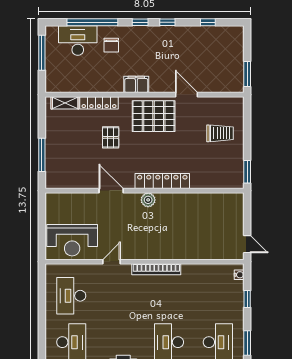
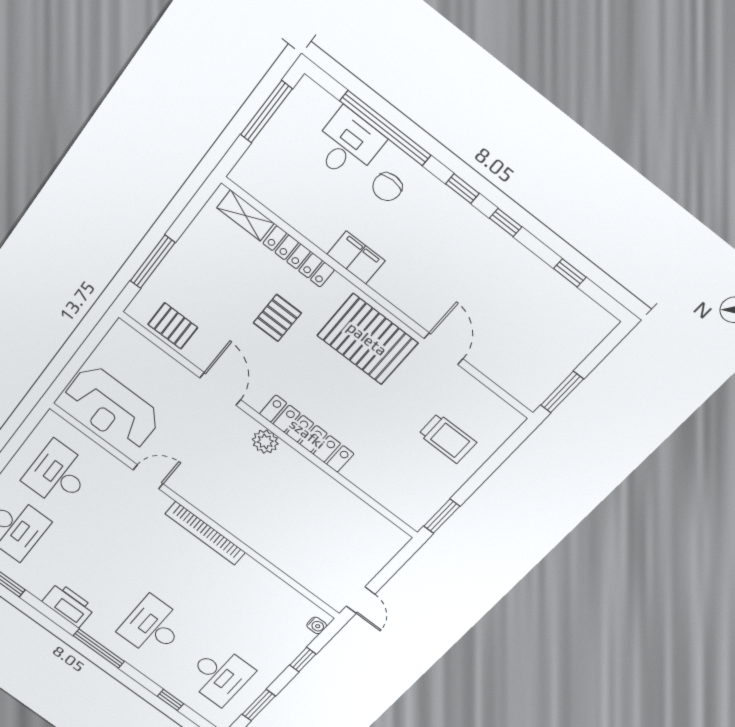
desk: (78, 41) -> (347, 145), width x0.73
filing cabinet: (136, 84) -> (356, 257), moved
pallet: (71, 178) -> (173, 326), added

